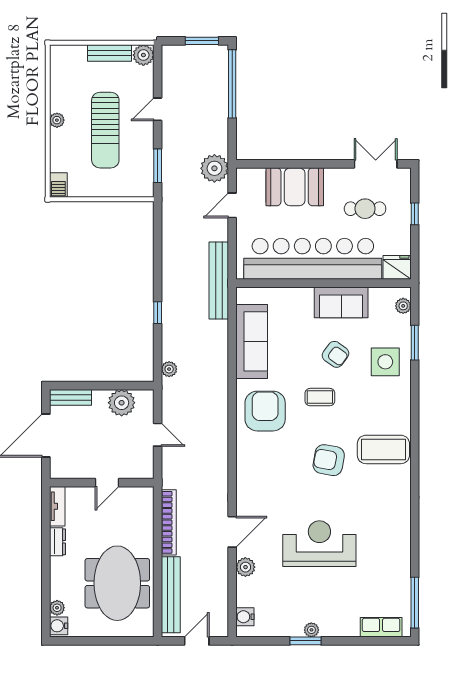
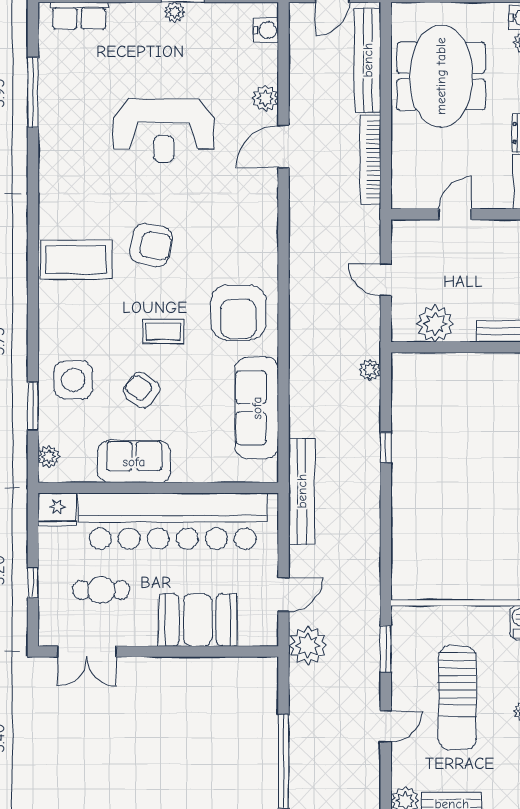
sun lounger: (105, 130) -> (457, 698), turned 180
window: (415, 603) -> (33, 92), moved

